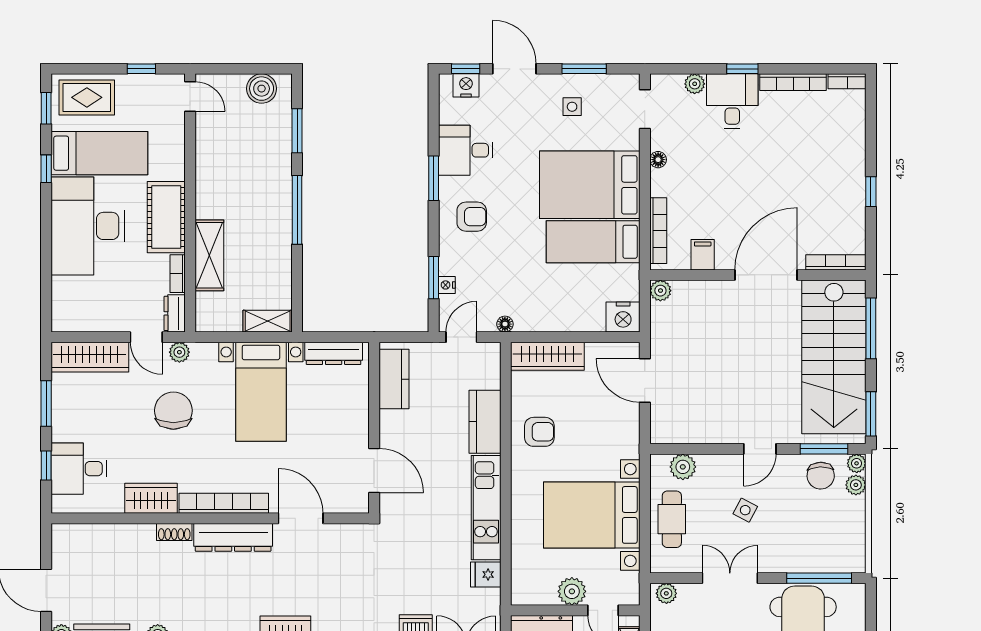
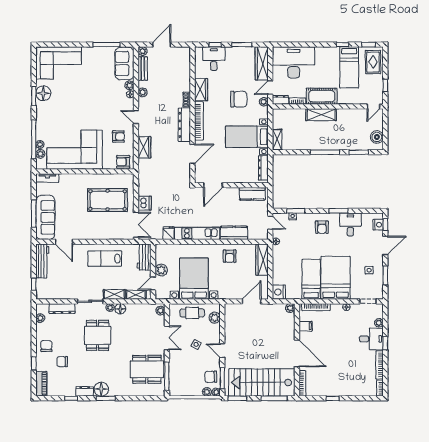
desk: (88, 226) -> (294, 63), moved
shelving: (209, 255) -> (321, 115), moved

